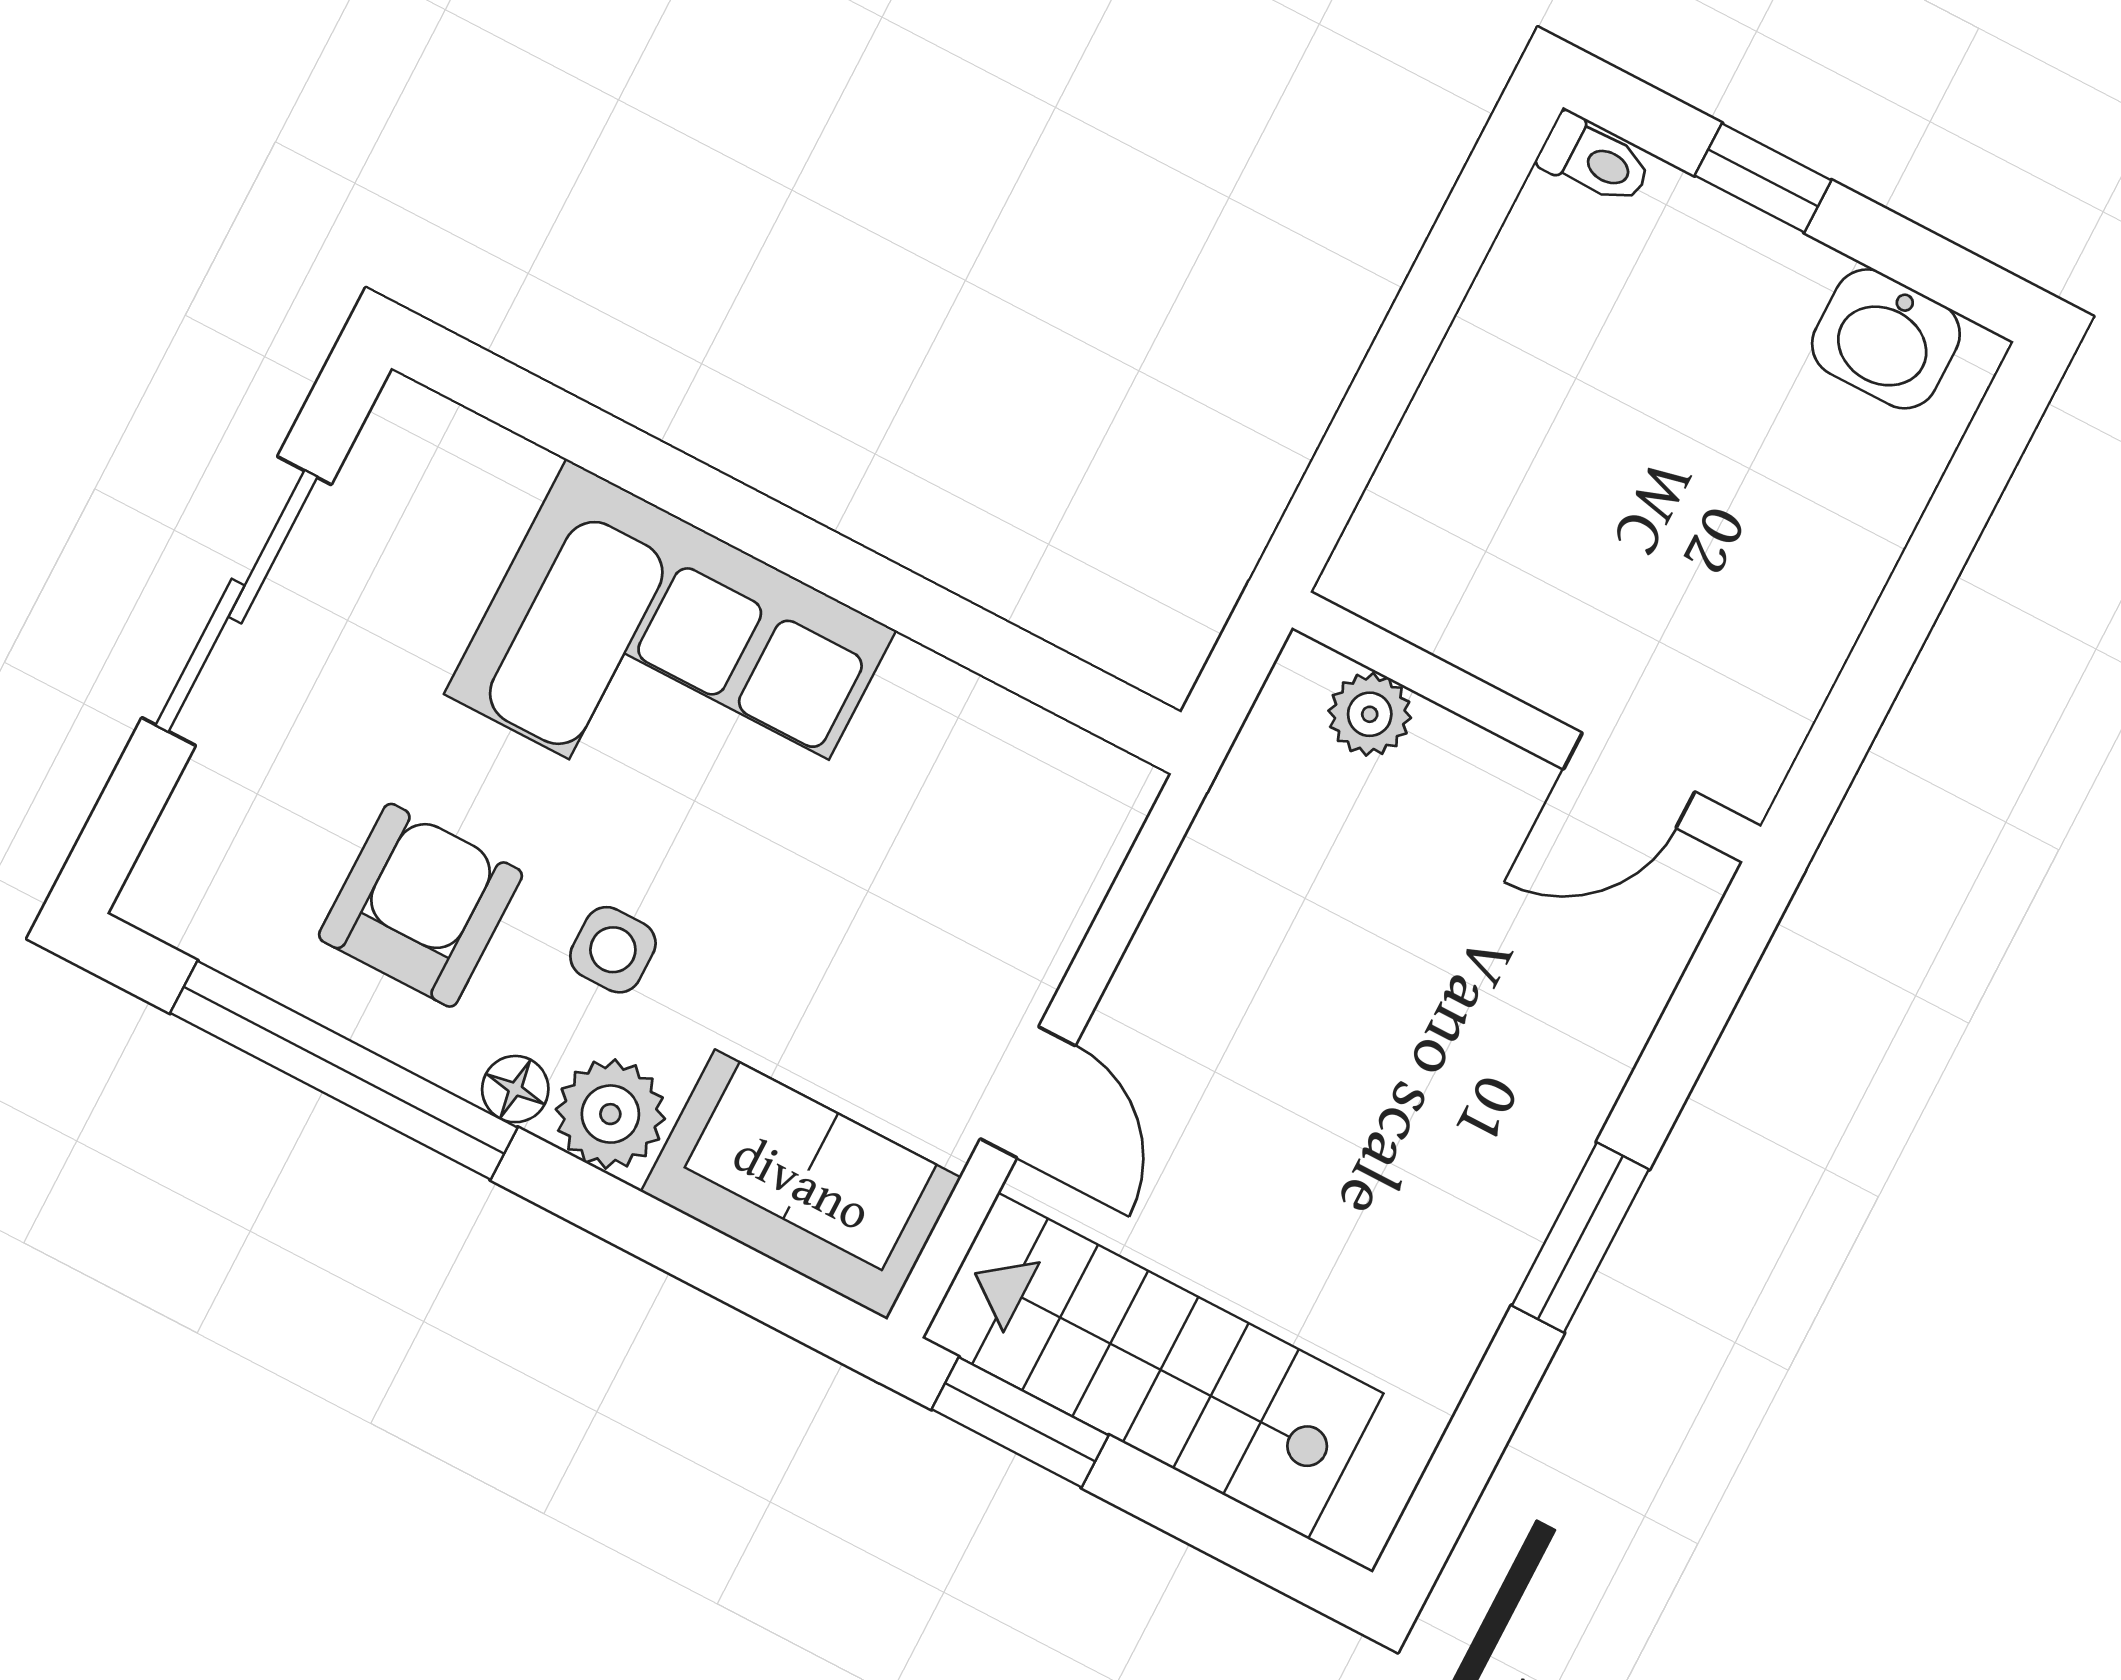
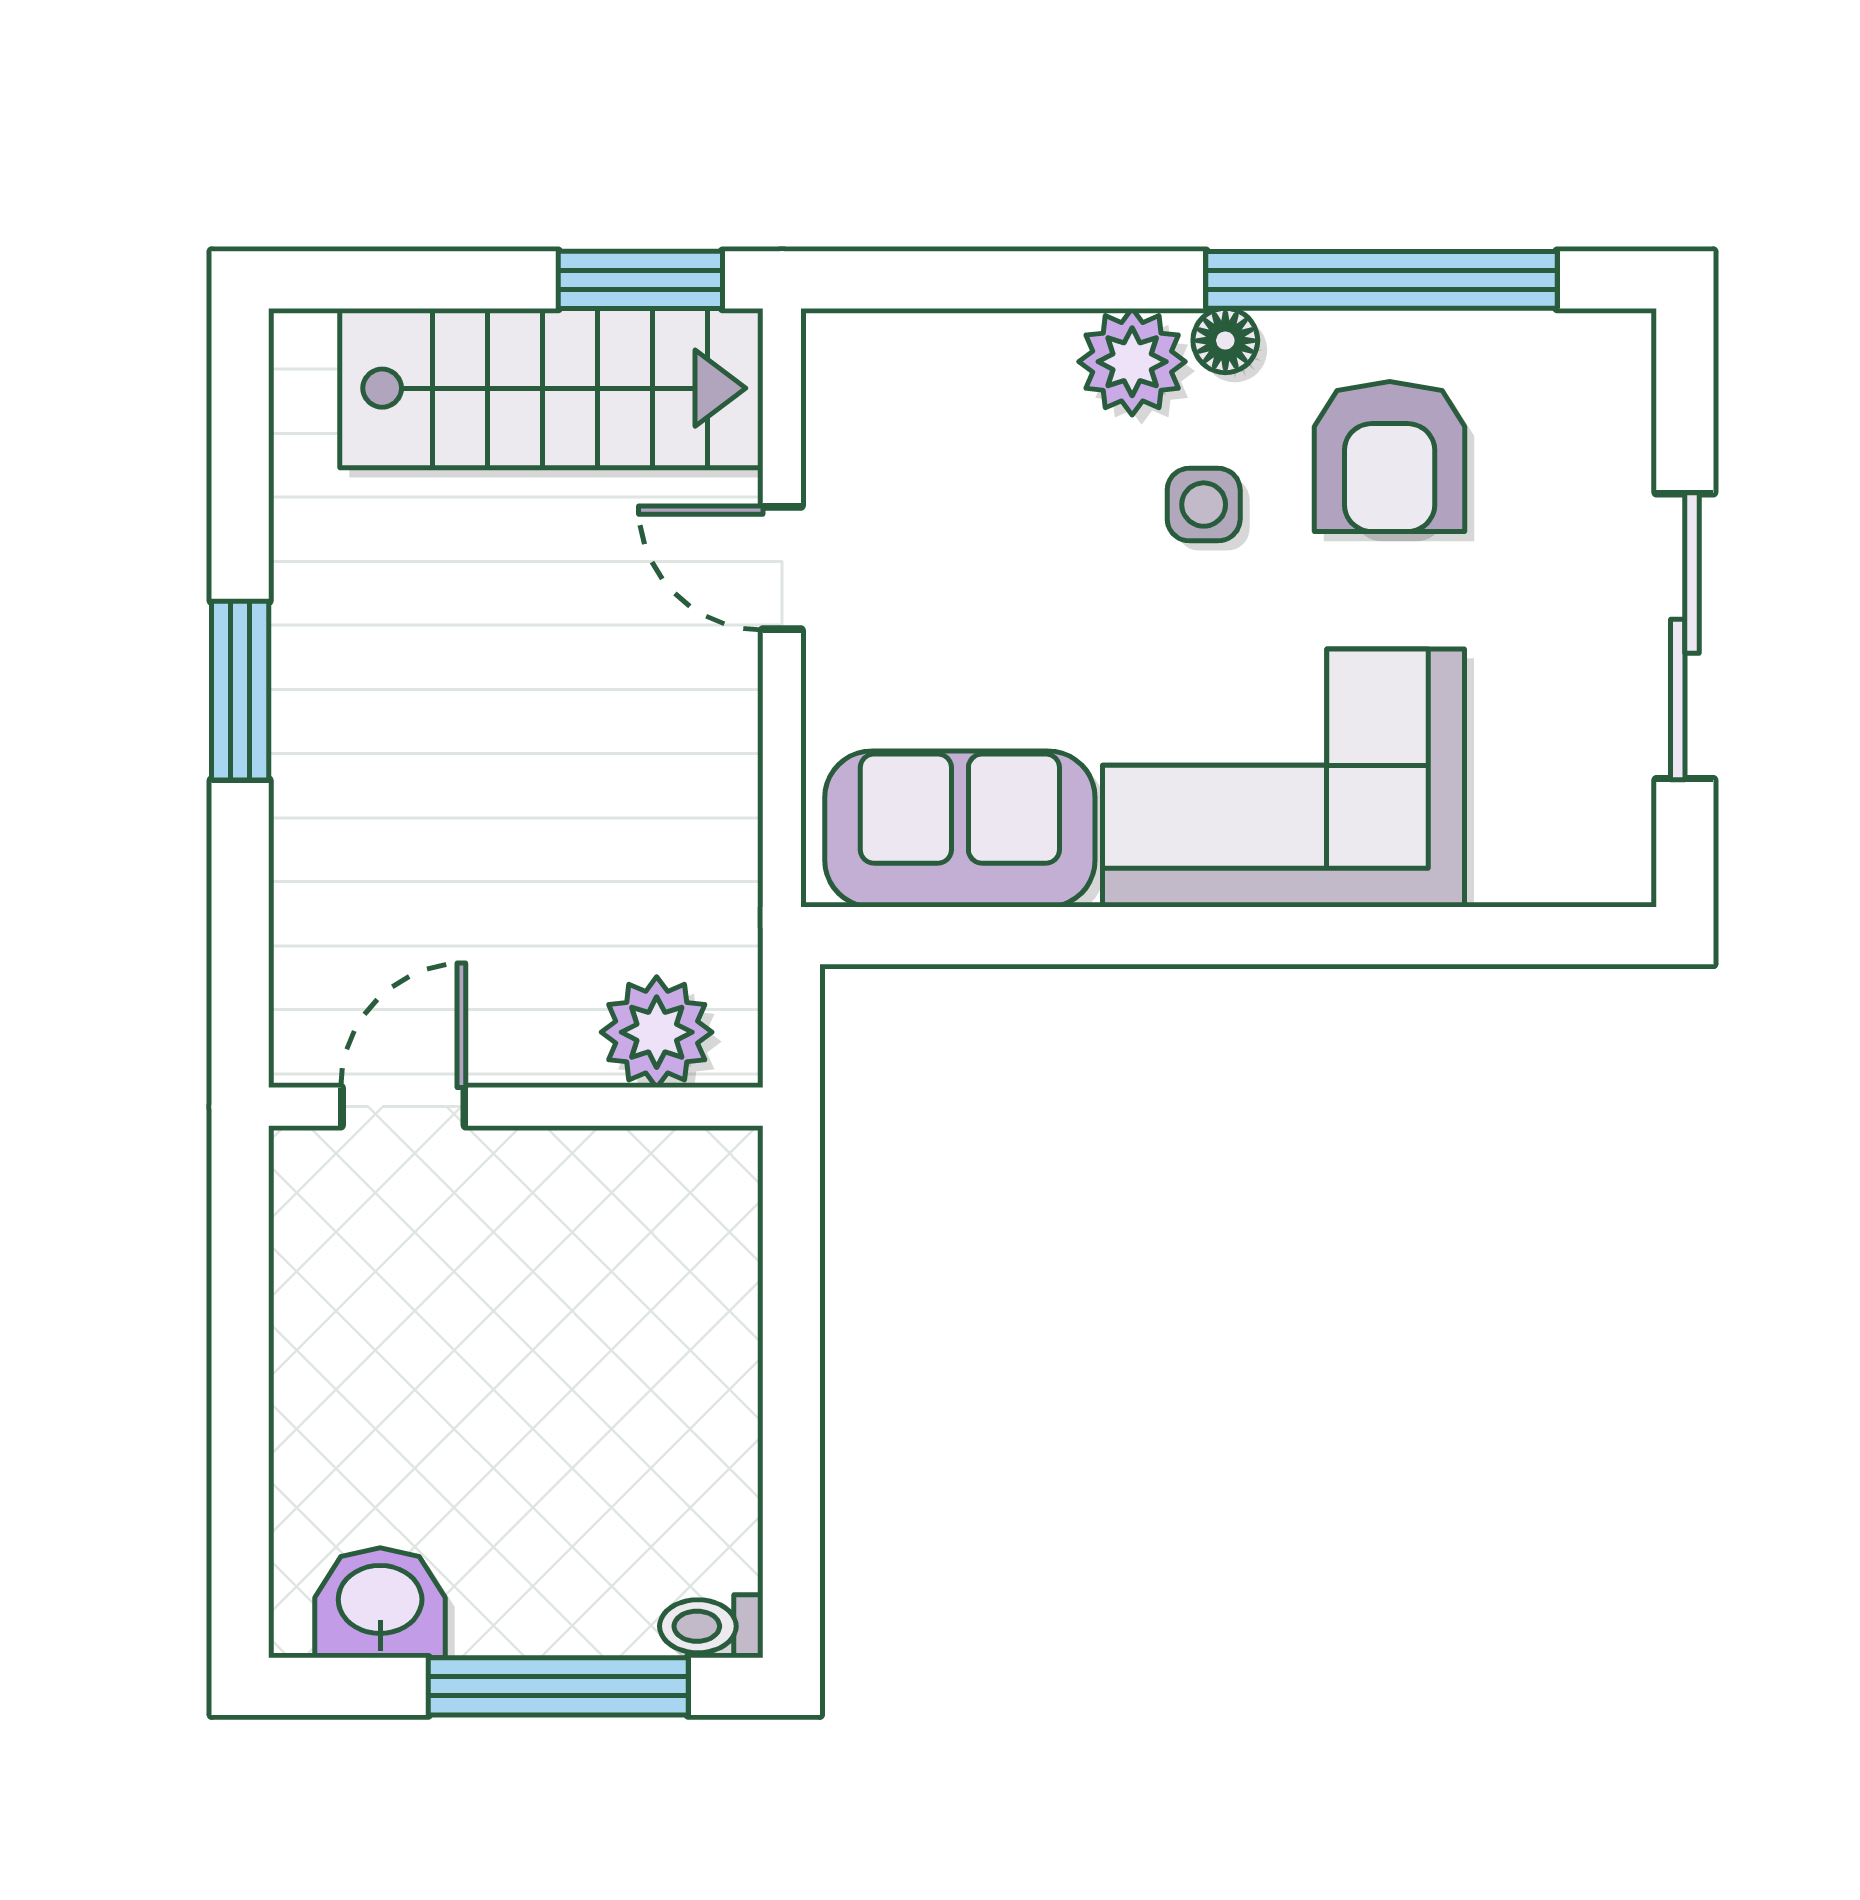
window: (1763, 178) -> (558, 1686), width x2.17
plant: (1370, 714) -> (657, 1032), width x1.38, depth x1.38
sofa: (801, 1185) -> (960, 829), moved, turned 180

